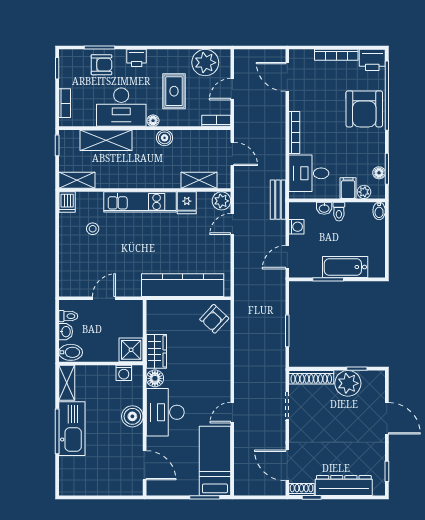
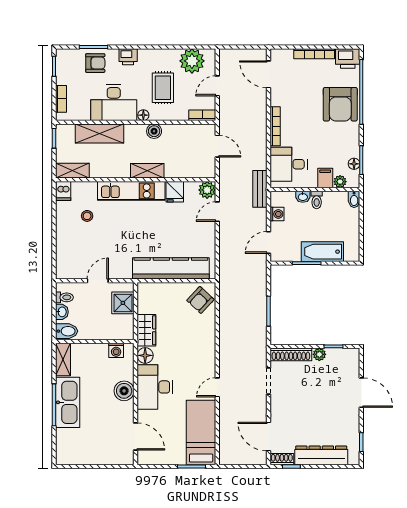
shelving: (199, 180) -> (147, 171), moved
shower: (131, 350) -> (123, 303), moved
plant: (348, 383) -> (319, 354), width x0.53, depth x0.53

